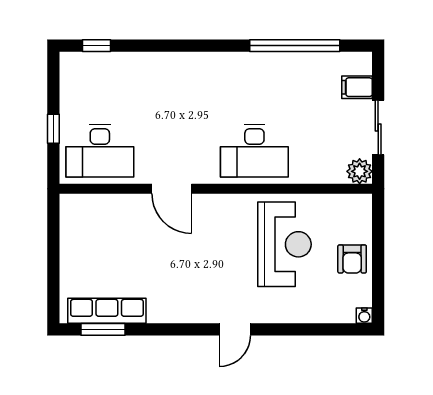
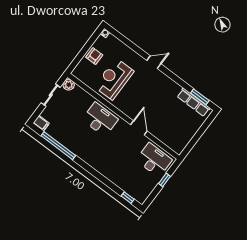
filing cabinet: (357, 87) -> (41, 123), moved

